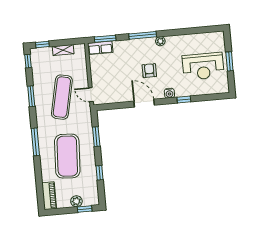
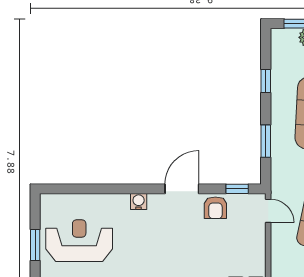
armchair: (149, 71) -> (215, 208), moved
window: (184, 100) -> (237, 189), moved
door: (144, 103) -> (182, 189), swing flipped

